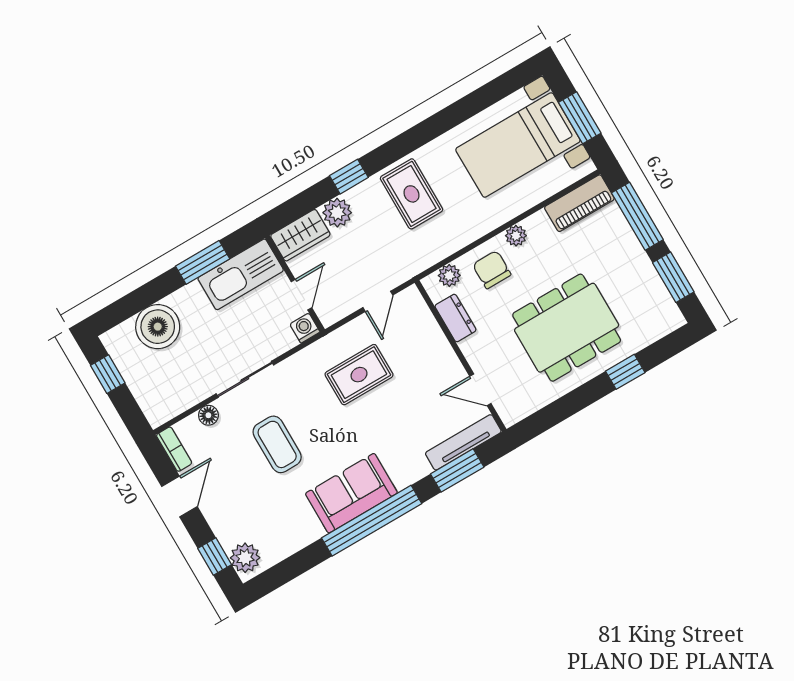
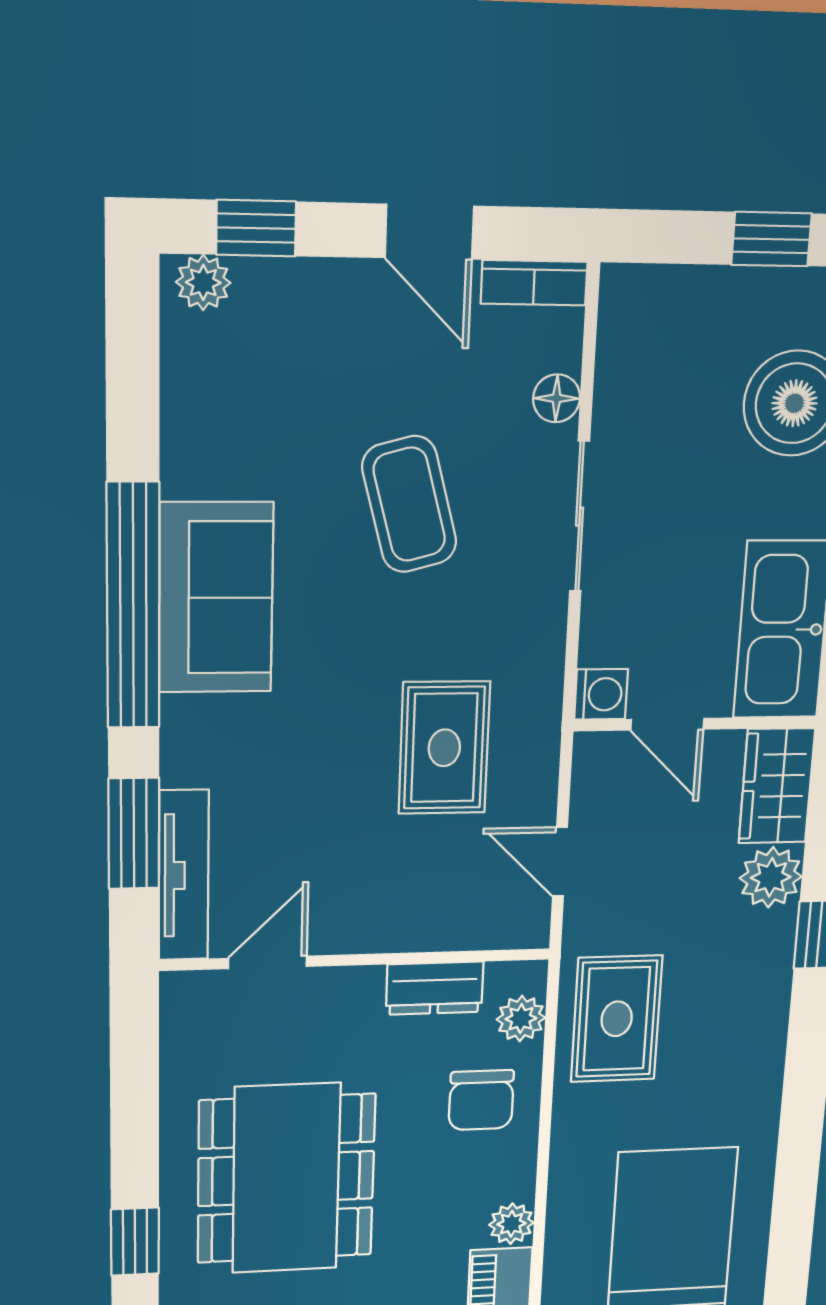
rug: (411, 194) -> (617, 1019), moved, turned 90
plant: (516, 236) -> (511, 1224), moved
chair: (492, 270) -> (481, 1100), turned 90
coffee table: (277, 444) -> (409, 504), turned 75
plant: (245, 558) -> (203, 282), width x0.73, depth x0.73

